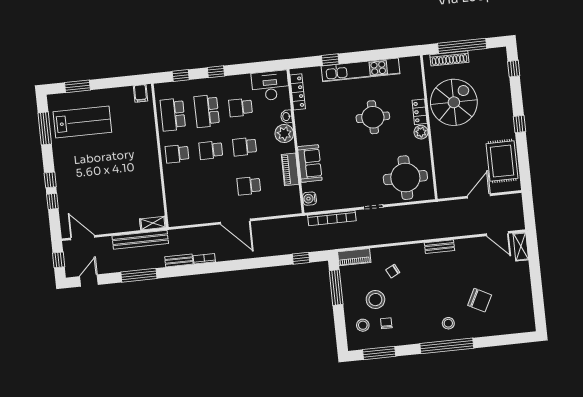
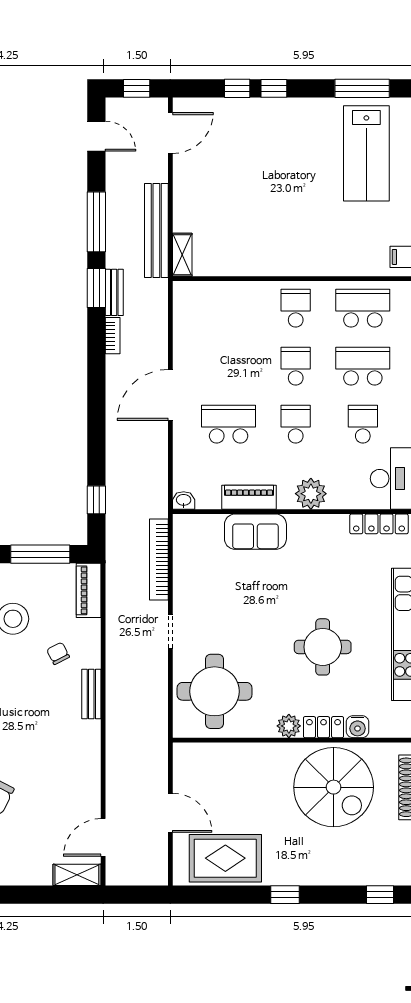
washbasin: (286, 117) -> (184, 500), moved
school desk: (249, 186) -> (229, 424), width x1.85
water cooler: (310, 199) -> (358, 727), moved, turned 180
bench: (439, 247) -> (91, 694), moved
window: (177, 271) -> (96, 288), added

